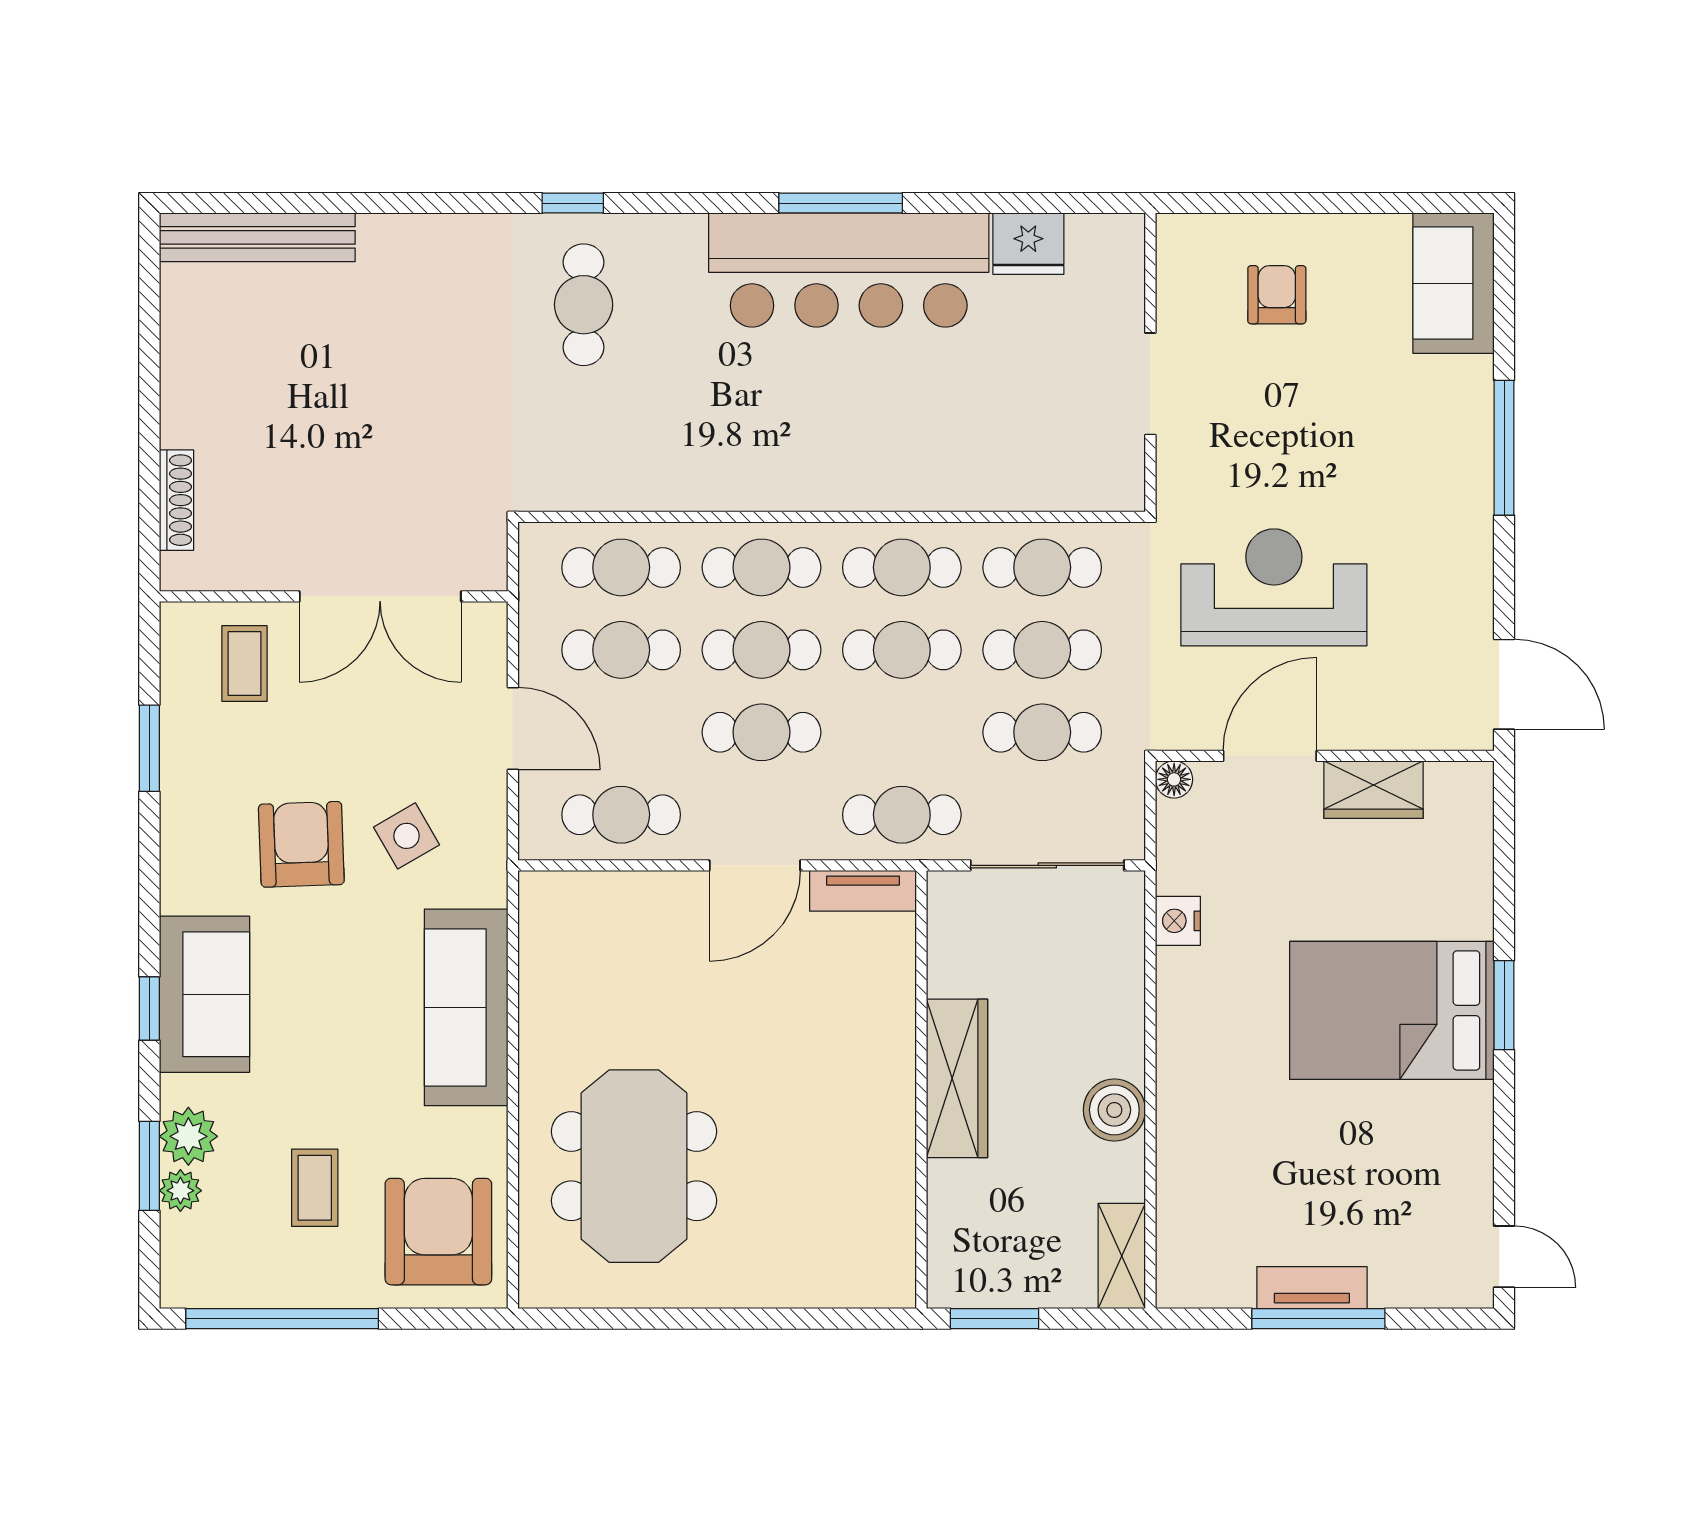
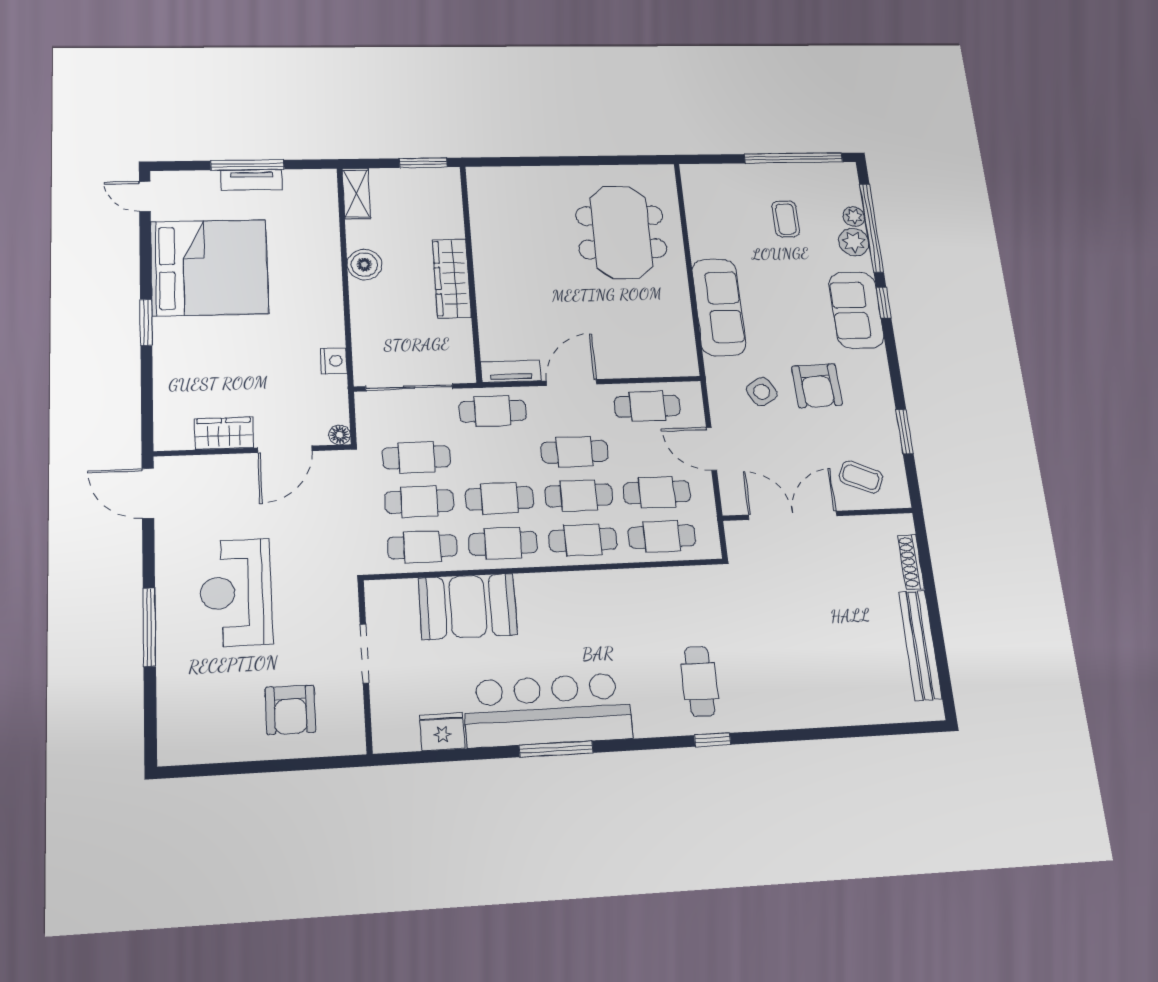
bench: (257, 237) -> (920, 645), moved, turned 90
sofa: (1454, 283) -> (182, 723), removed
armchair: (1277, 295) -> (290, 710), width x1.38, depth x1.38
booth: (971, 457) -> (468, 606), added
reception desk: (1274, 587) -> (236, 593), moved, turned 90
coffee table: (244, 664) -> (861, 477), turned -67
bed: (1392, 1010) -> (209, 267), moved, width x1.36
window: (149, 1166) -> (871, 228), width x2.11
armchair: (438, 1232) -> (719, 199), removed

